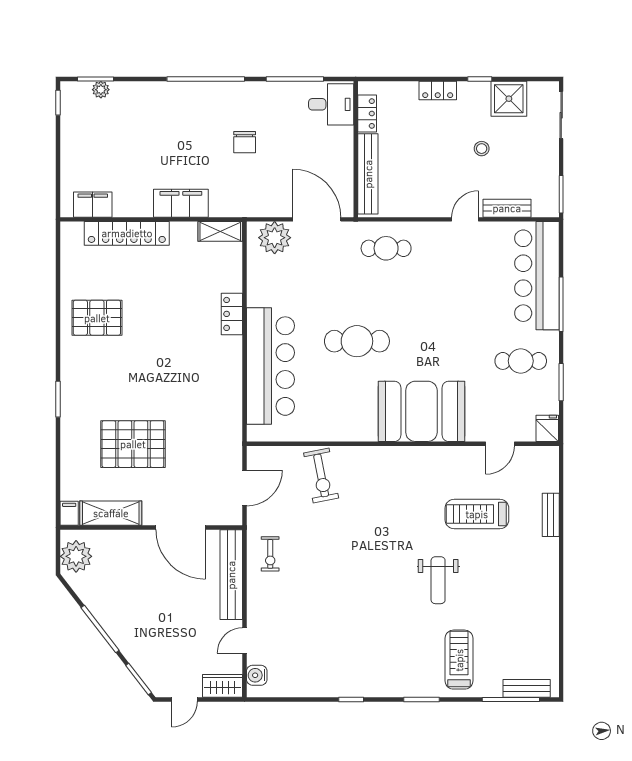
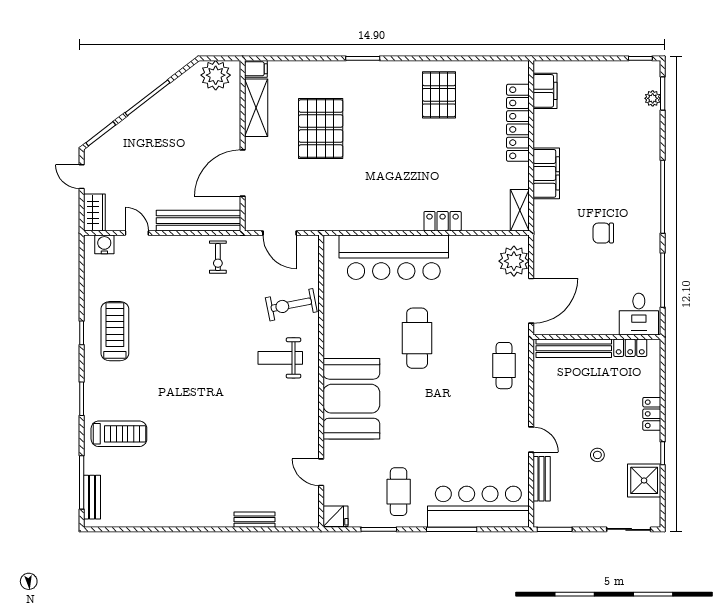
treadmill: (477, 514) -> (115, 331), moved
exercise bike: (270, 554) -> (218, 257), turned -90
weight bench: (438, 580) -> (280, 358), moved

